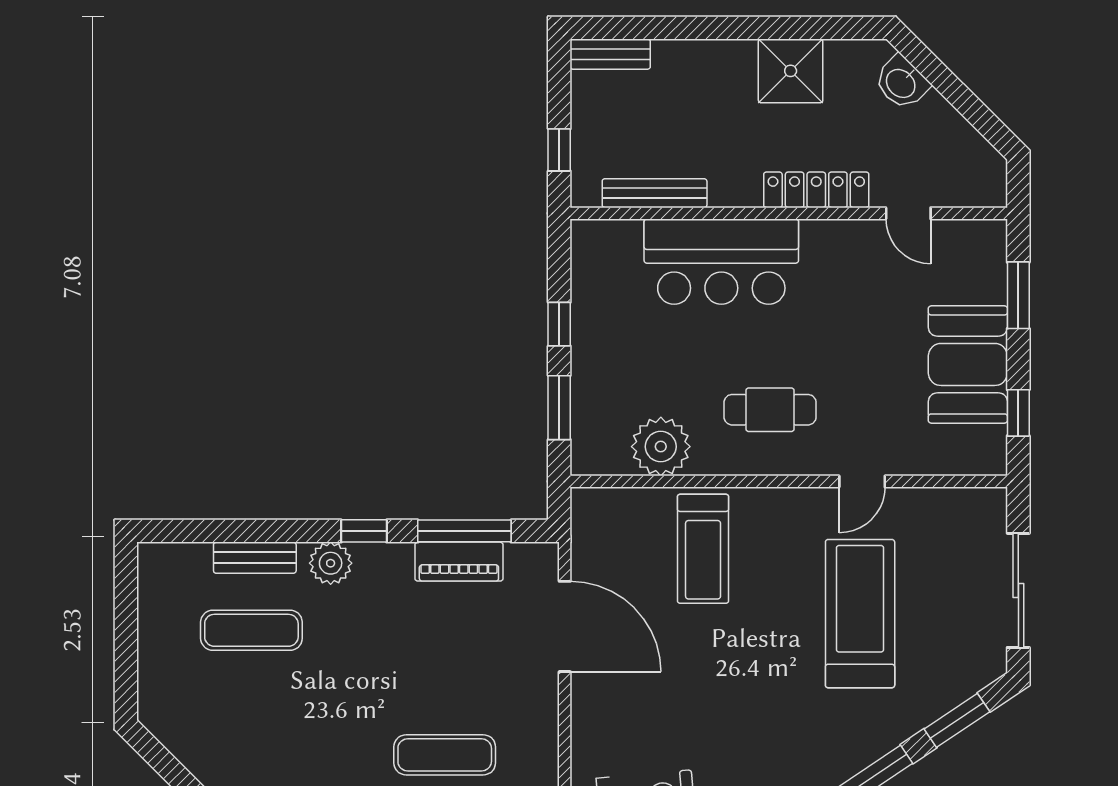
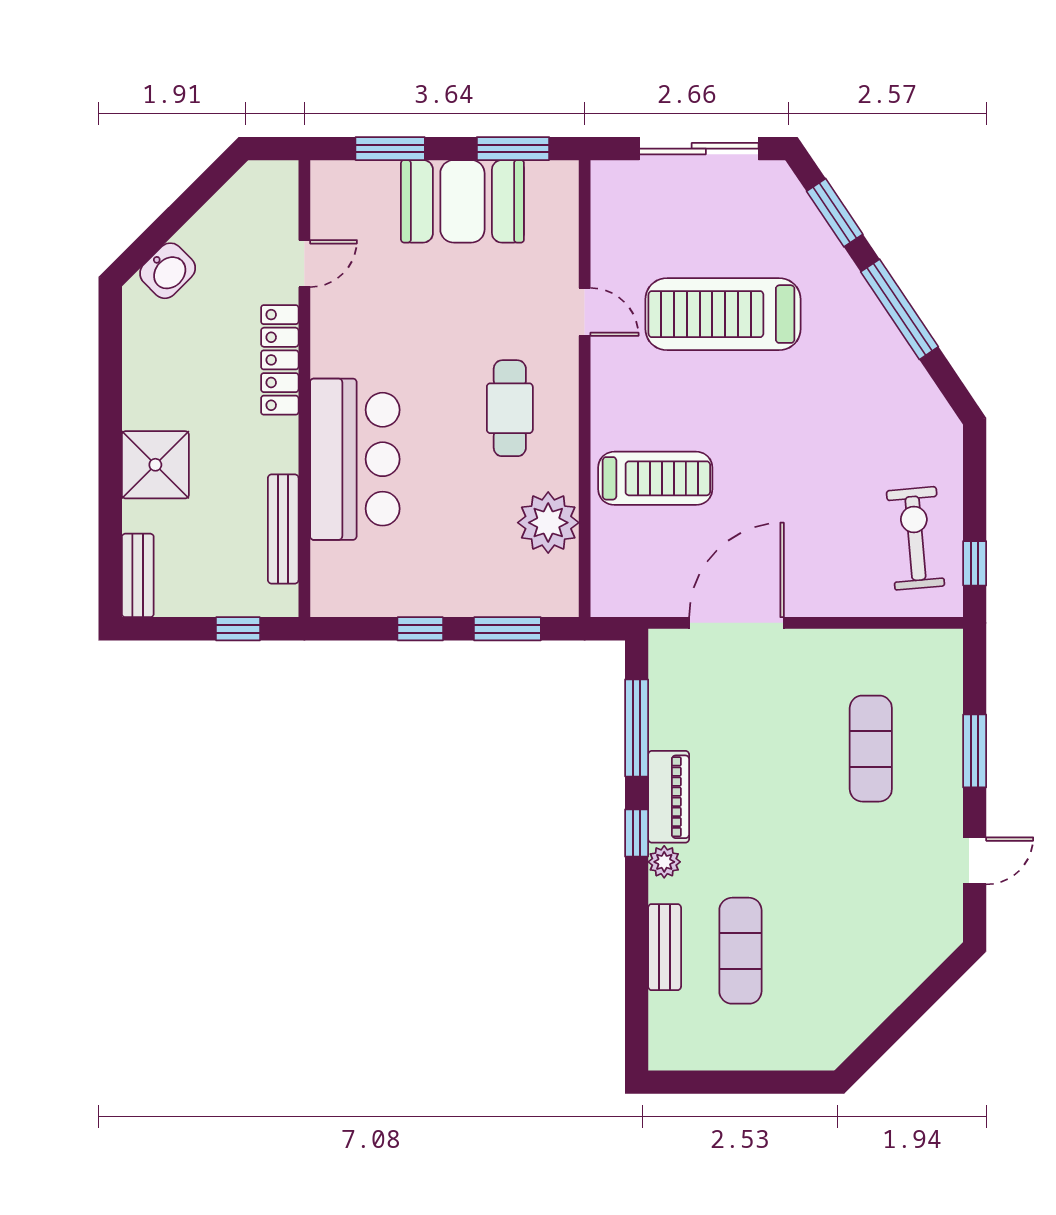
shower: (791, 71) -> (155, 465), moved
window: (1018, 413) -> (513, 149), width x1.50
piano: (459, 562) -> (669, 797), moved
plant: (331, 563) -> (664, 862), width x0.73, depth x0.73

